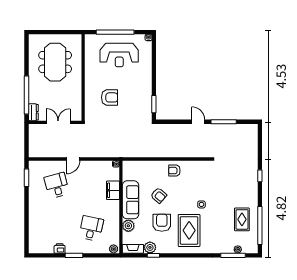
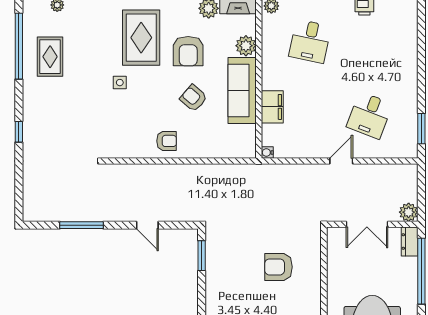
door: (198, 122) -> (147, 225), moved
plant: (34, 129) -> (409, 212), added
desk: (57, 185) -> (369, 115), turned 36

